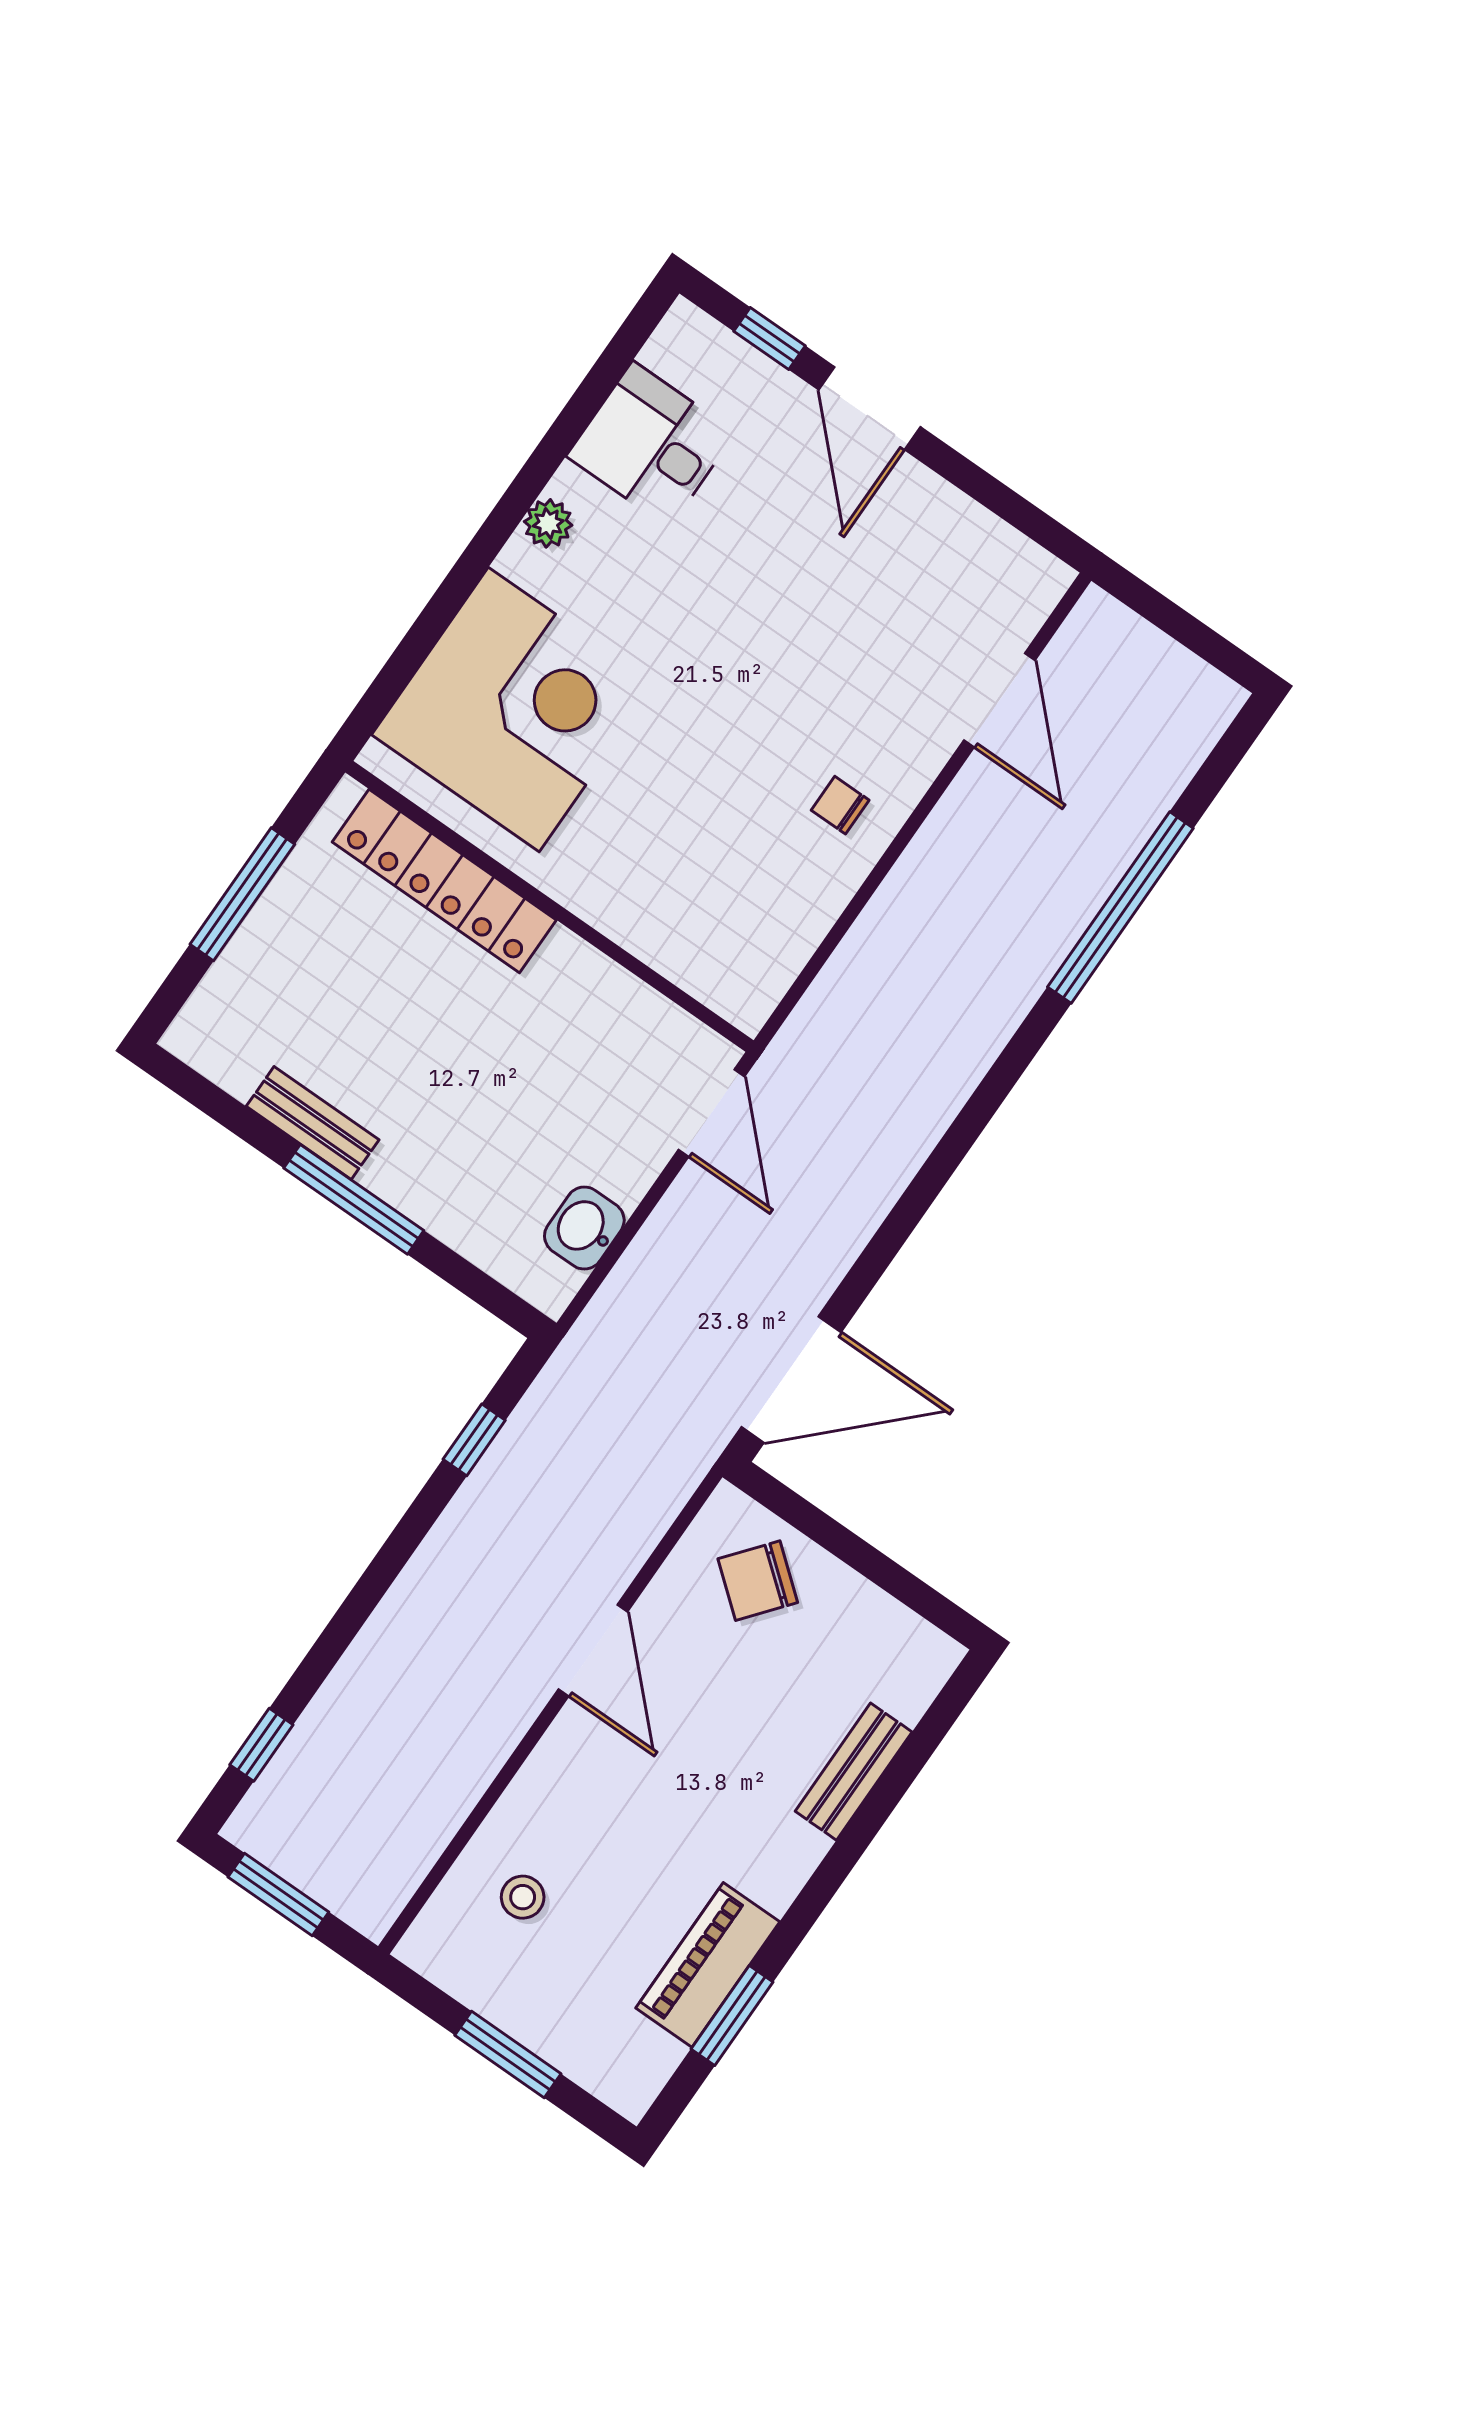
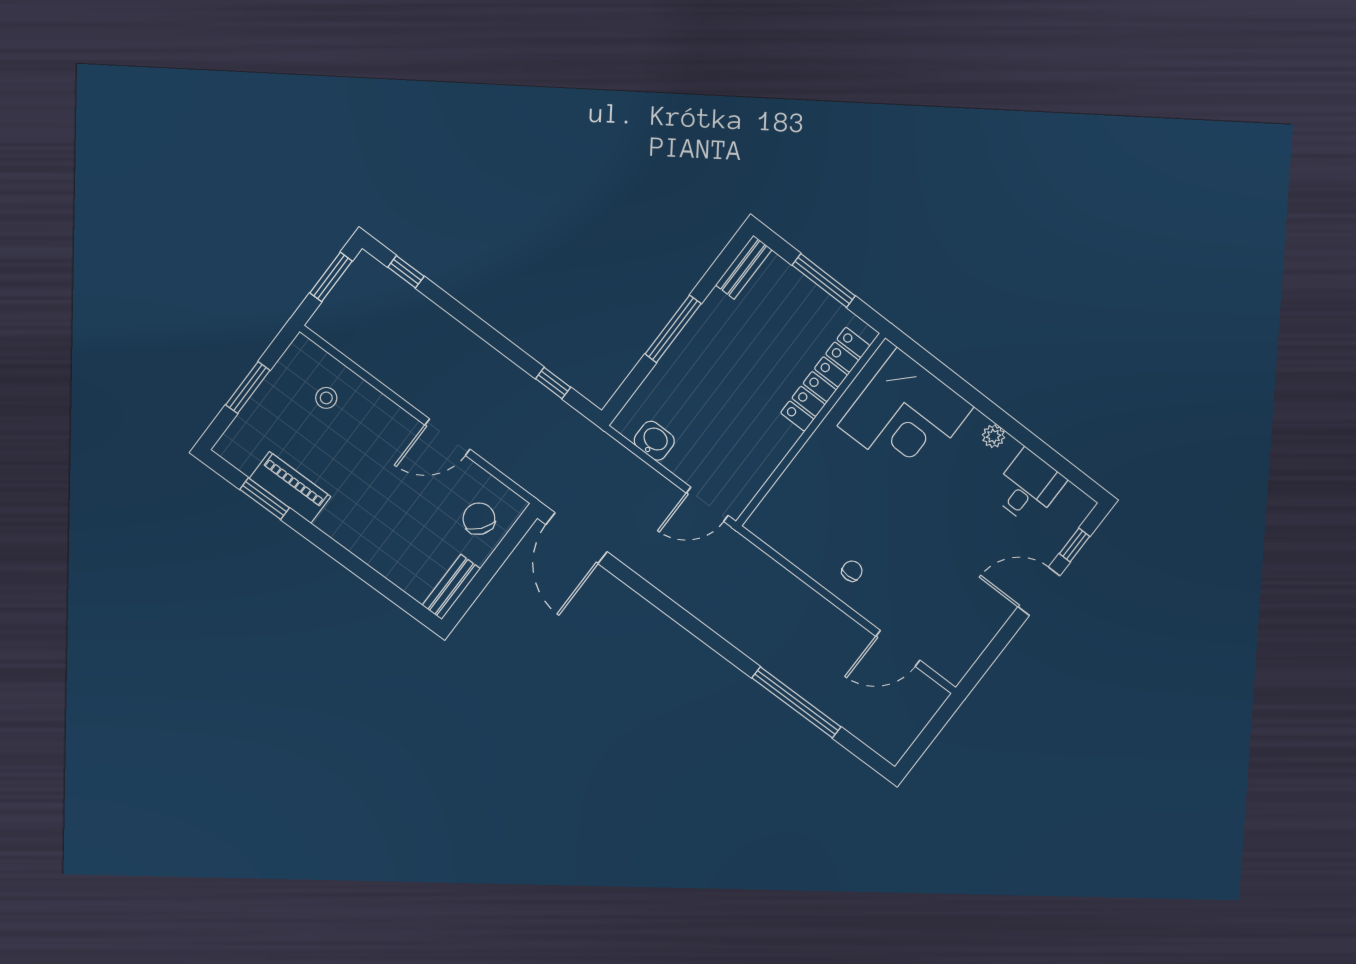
bench: (313, 1123) -> (744, 267), moved
bench: (854, 1772) -> (451, 587), moved, turned 90

